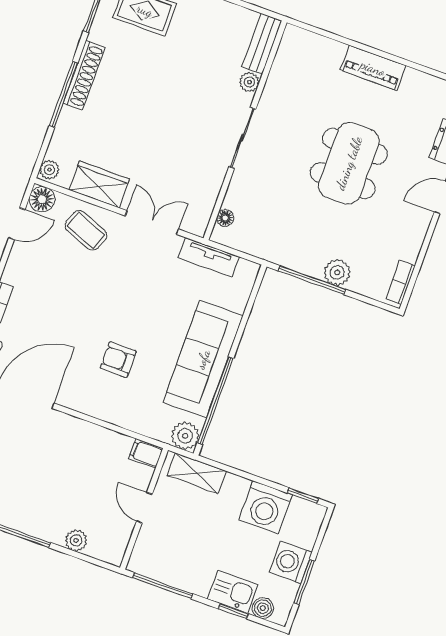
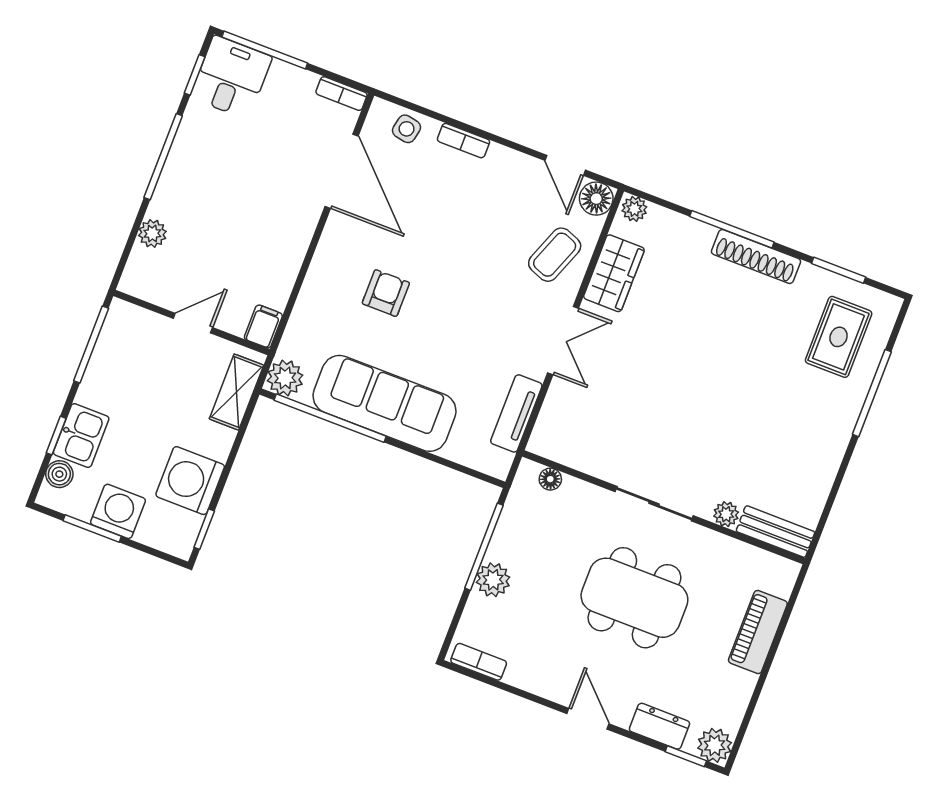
bench: (262, 44) -> (775, 532), moved
plant: (249, 82) -> (726, 514), moved
wall: (245, 130) -> (664, 507), moved
sliding door: (242, 138) -> (654, 504), moved
floor lamp: (225, 218) -> (550, 479), moved

